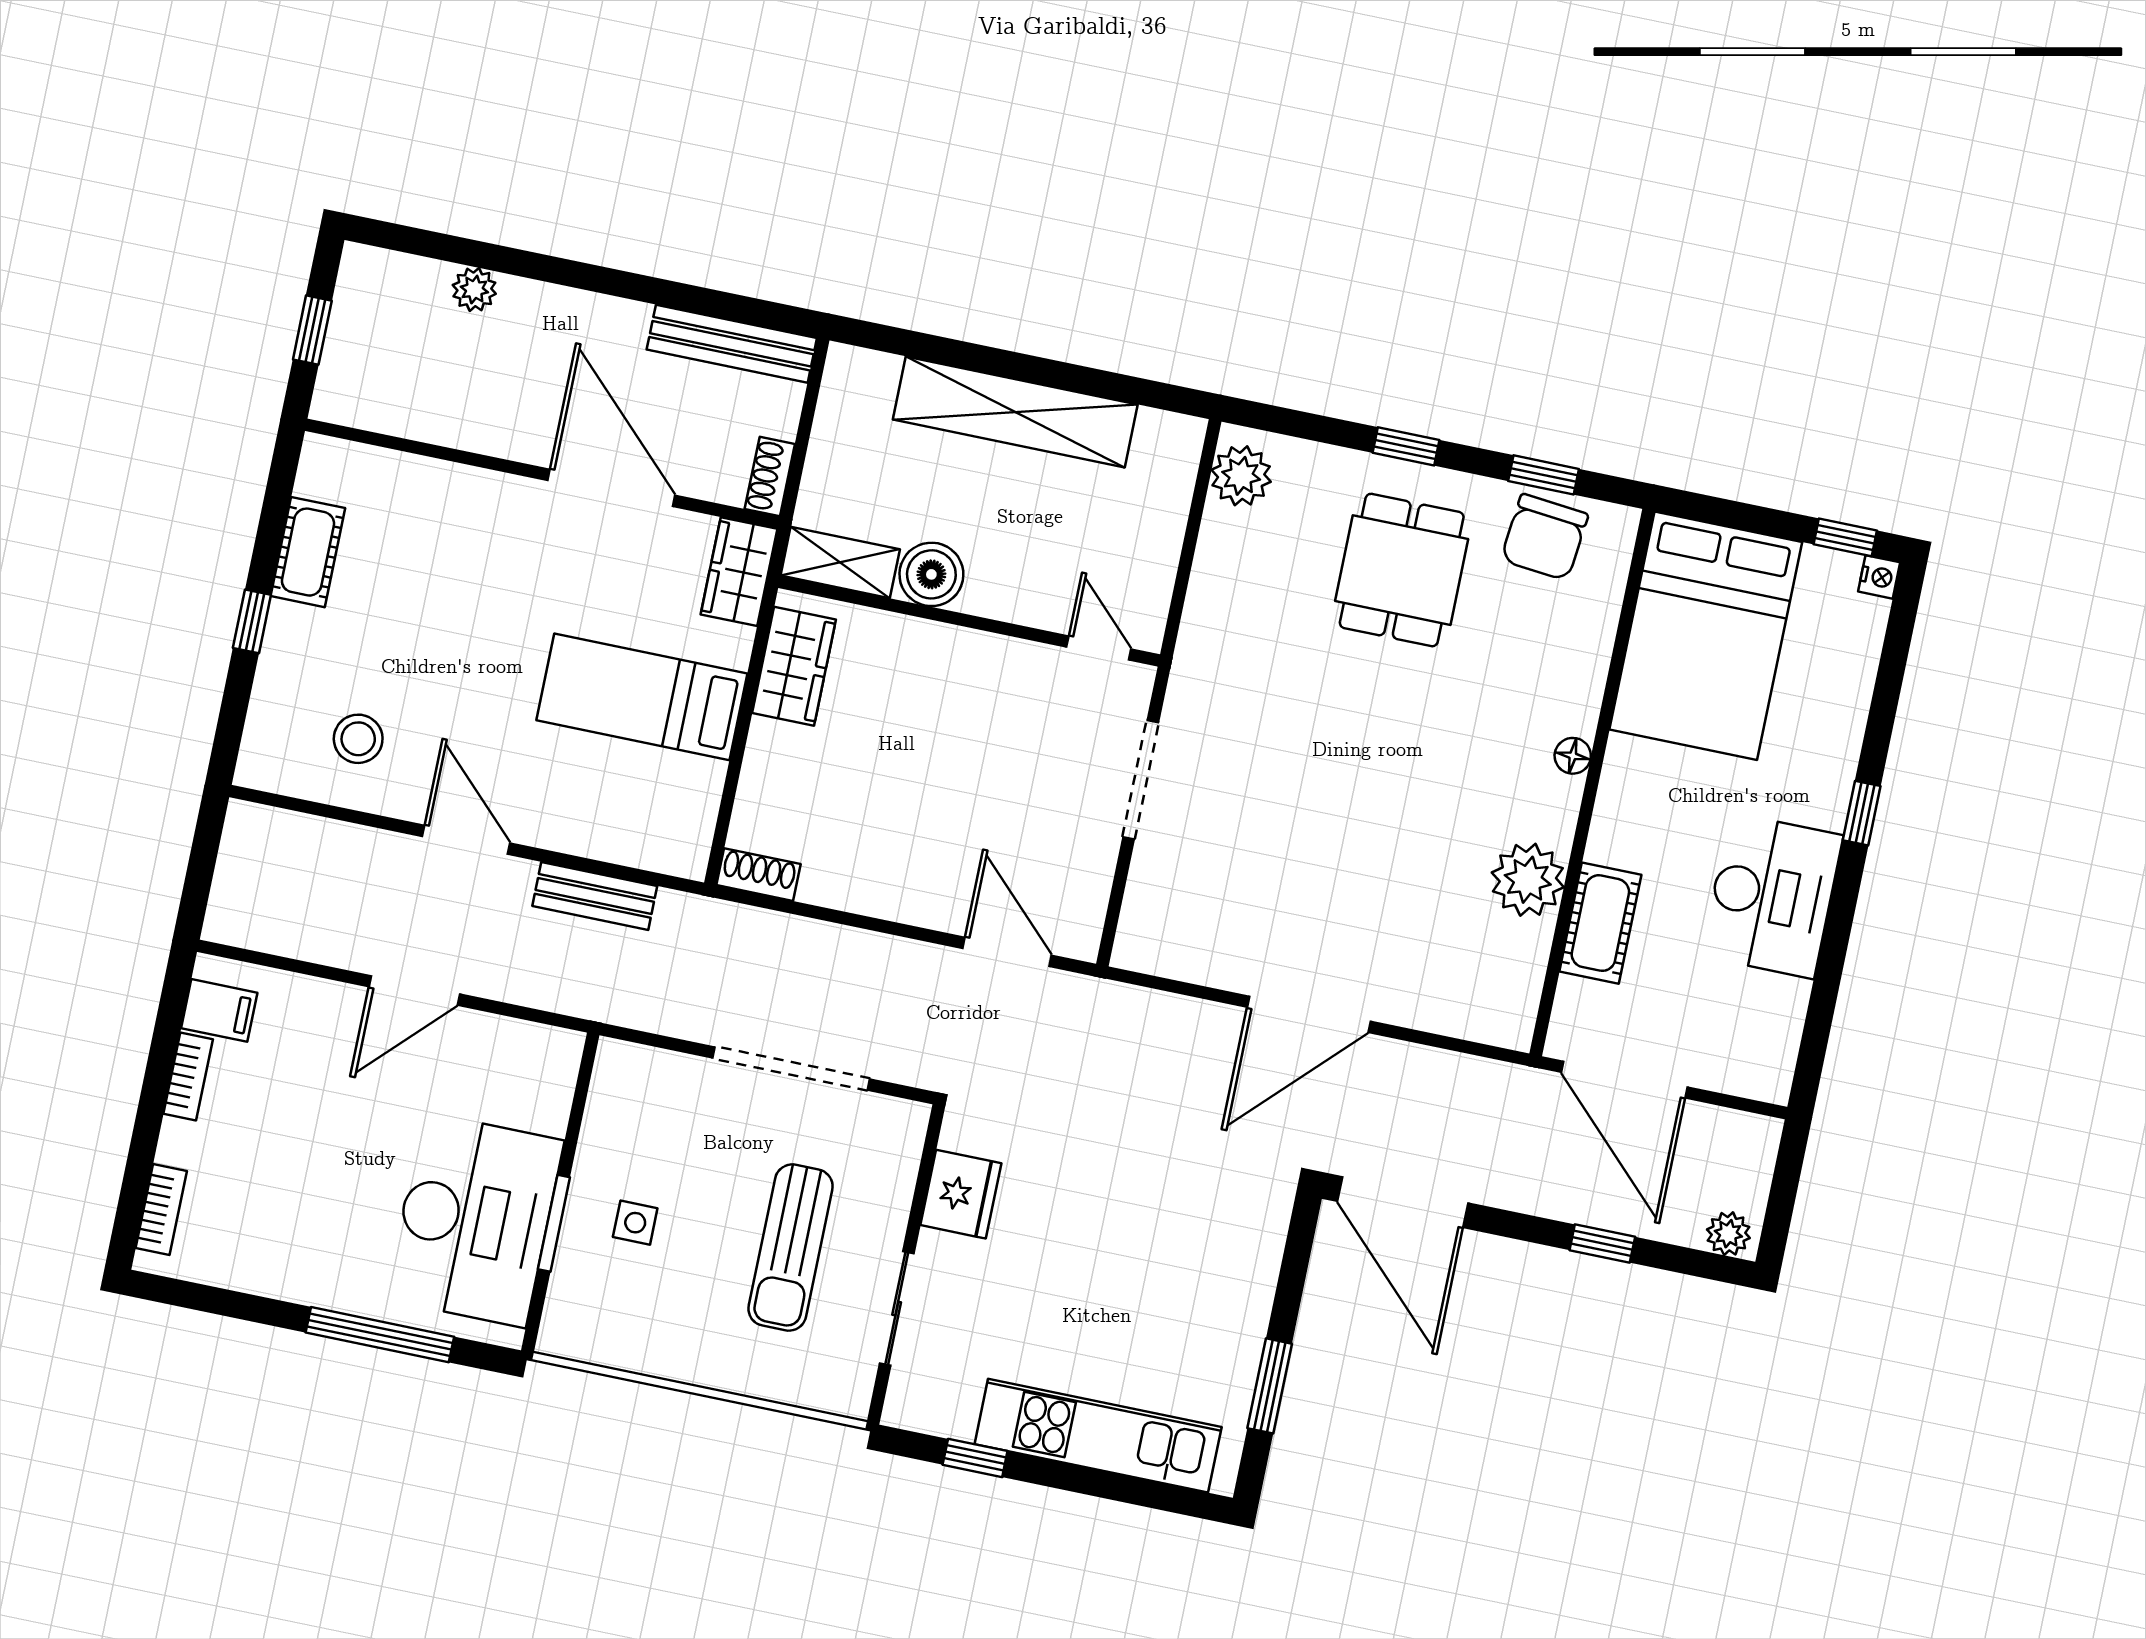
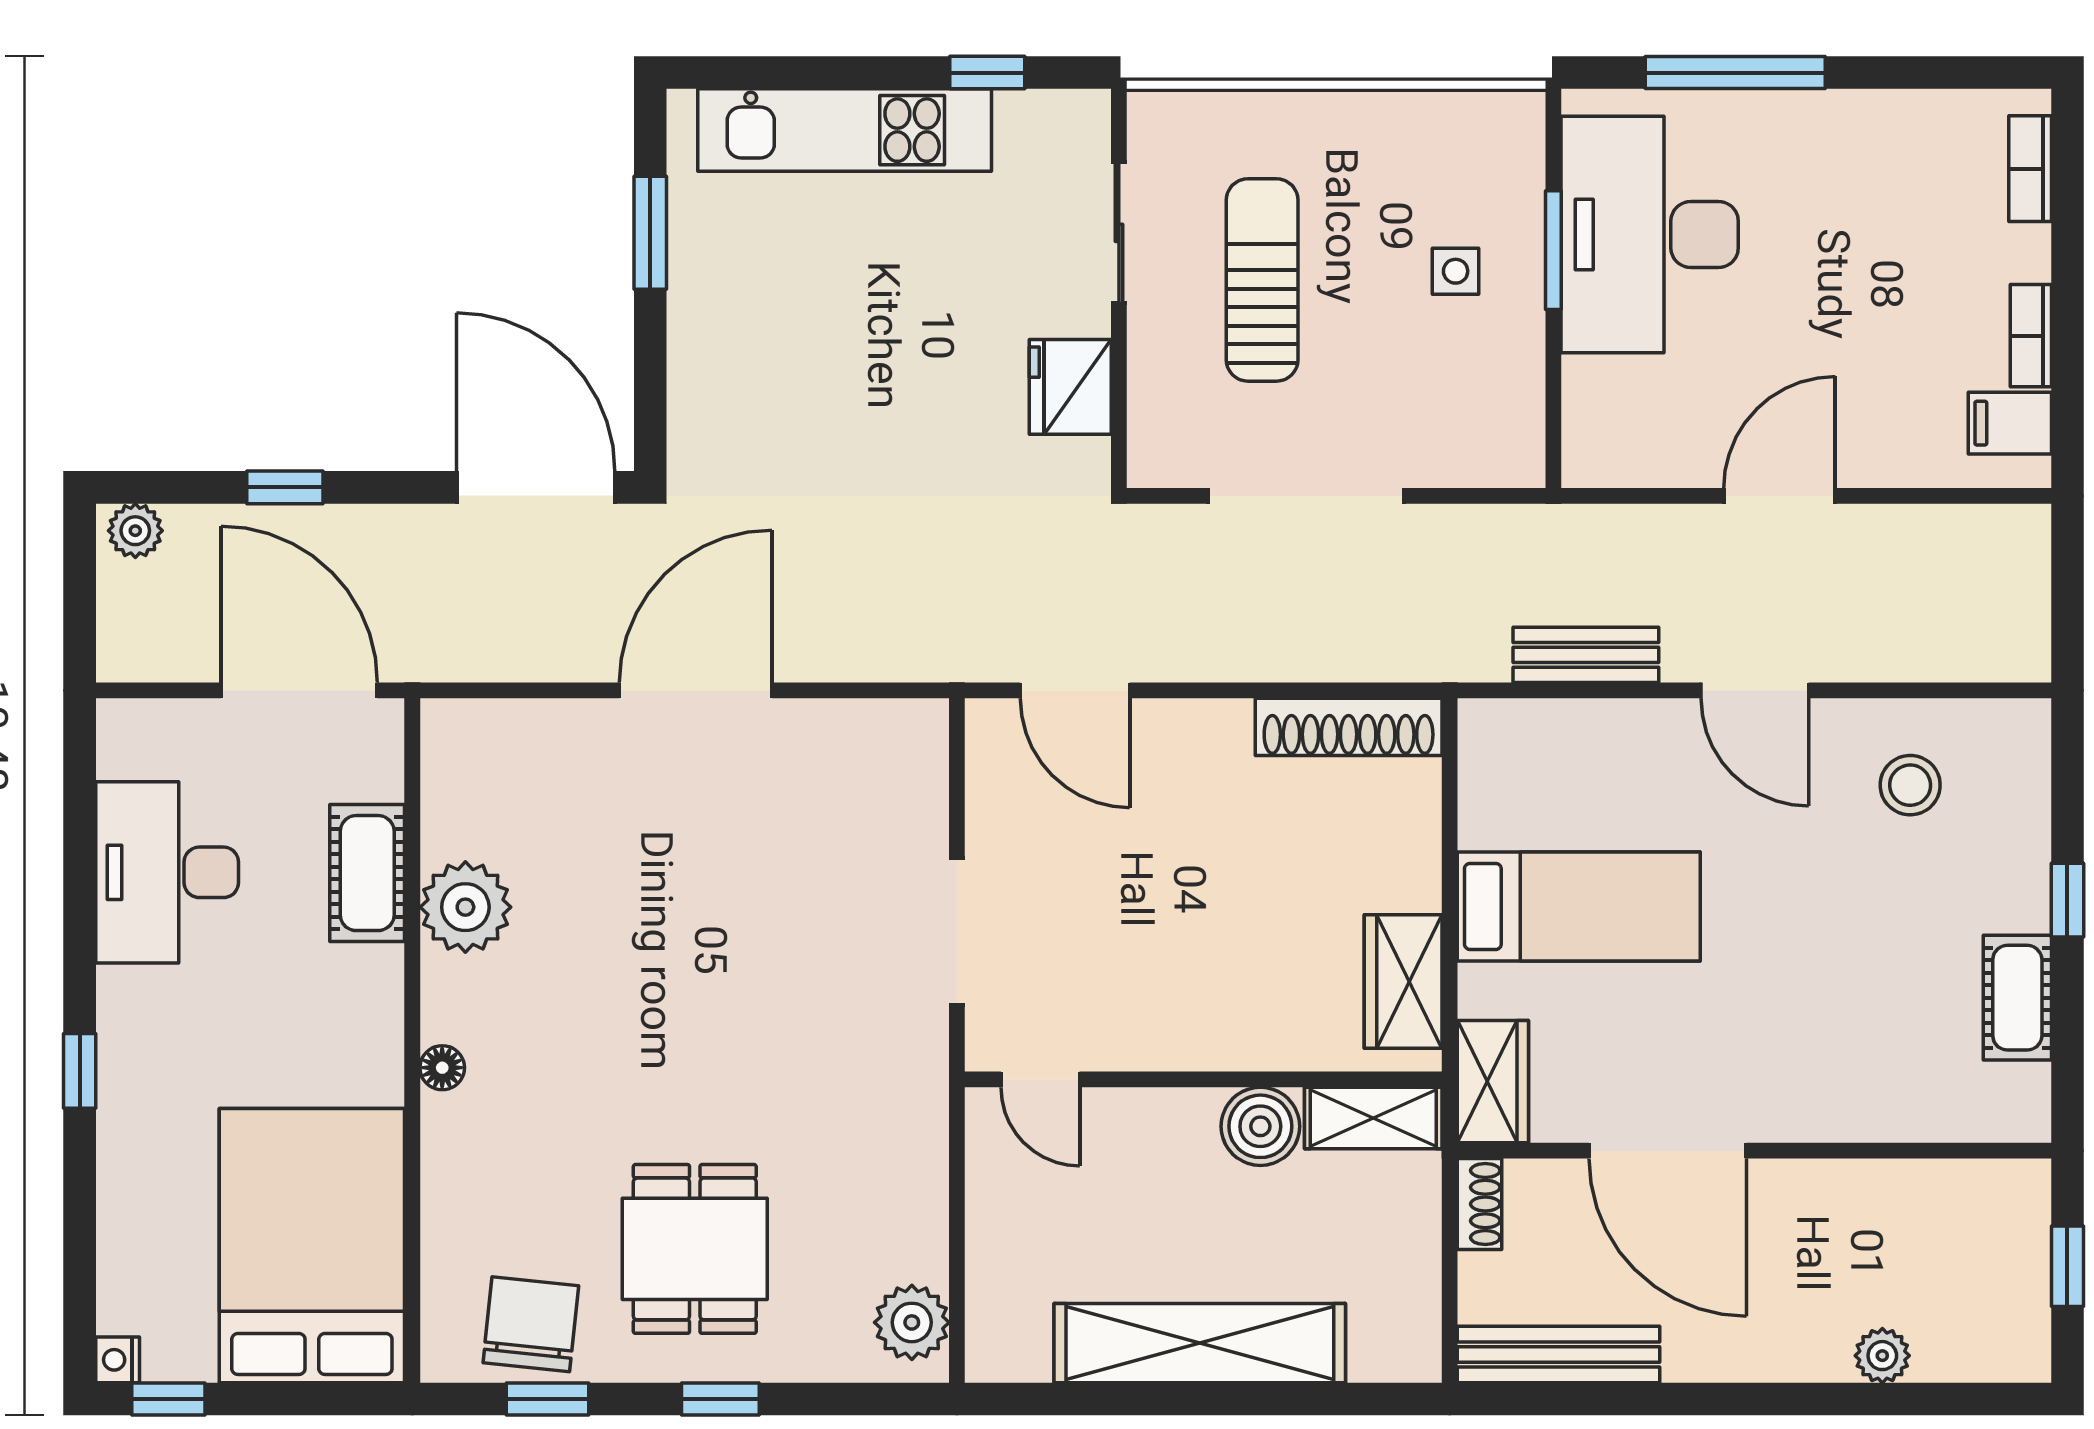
shoe rack: (759, 875) -> (1349, 727), width x1.94, depth x1.24
desk: (1772, 896) -> (167, 872), moved

